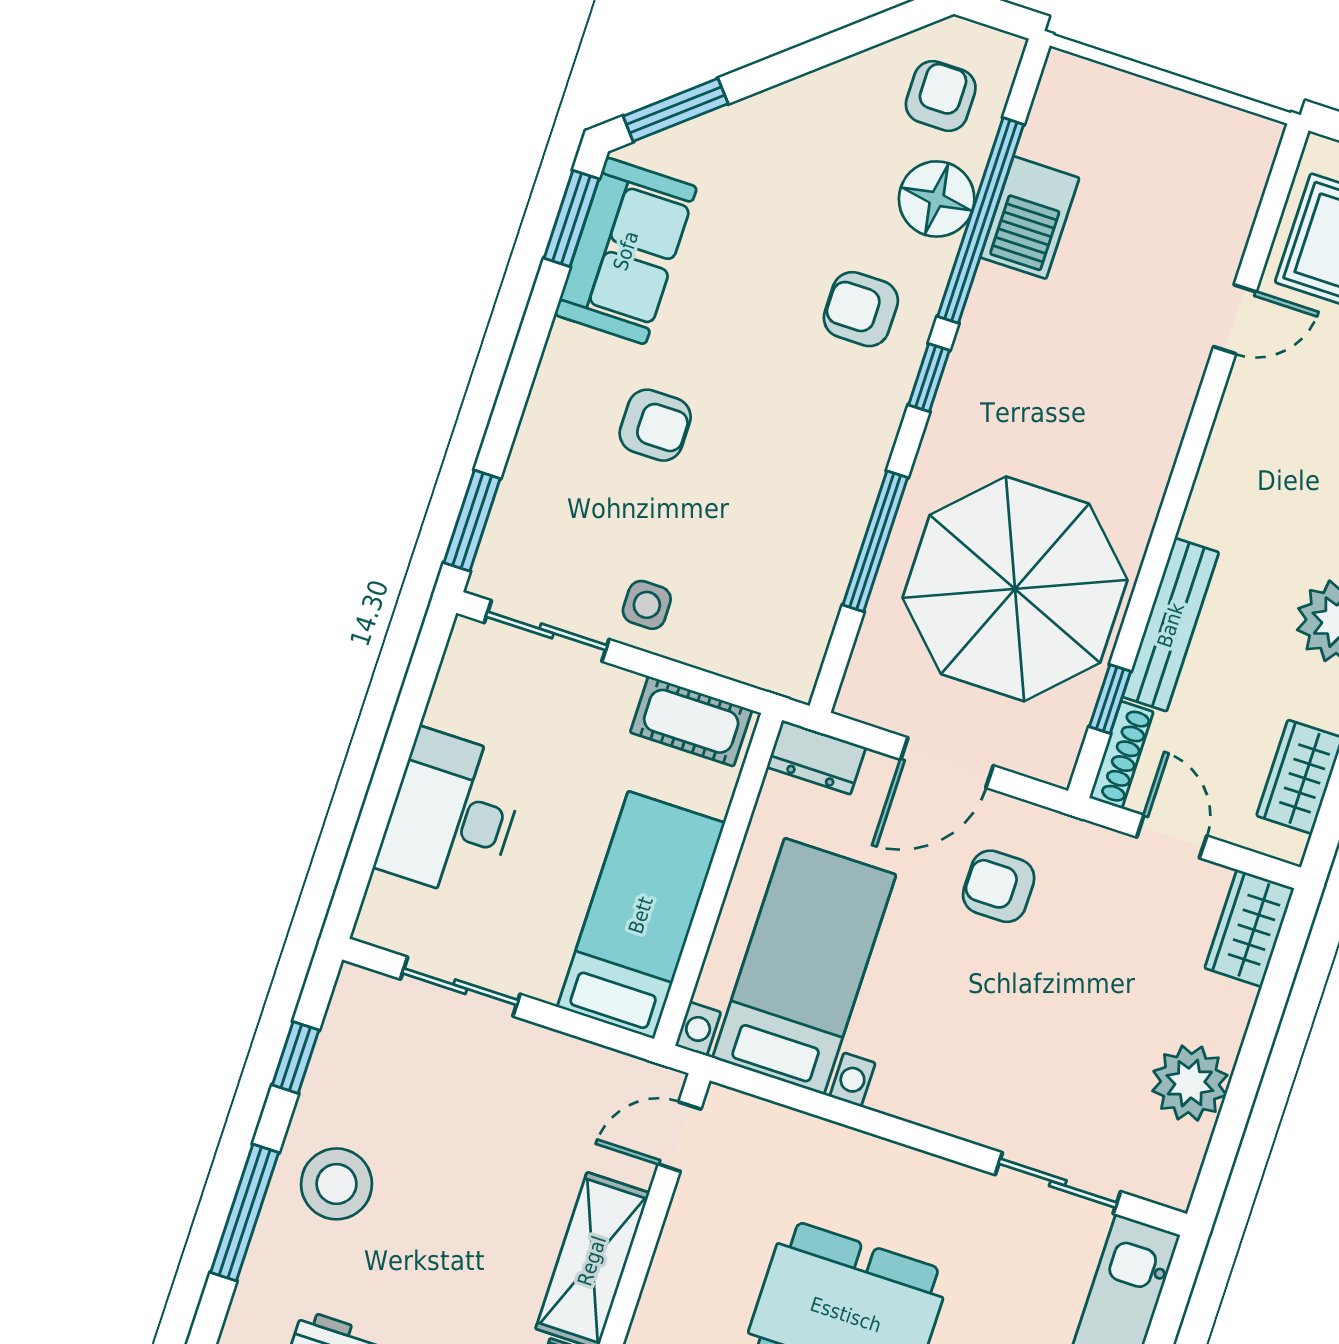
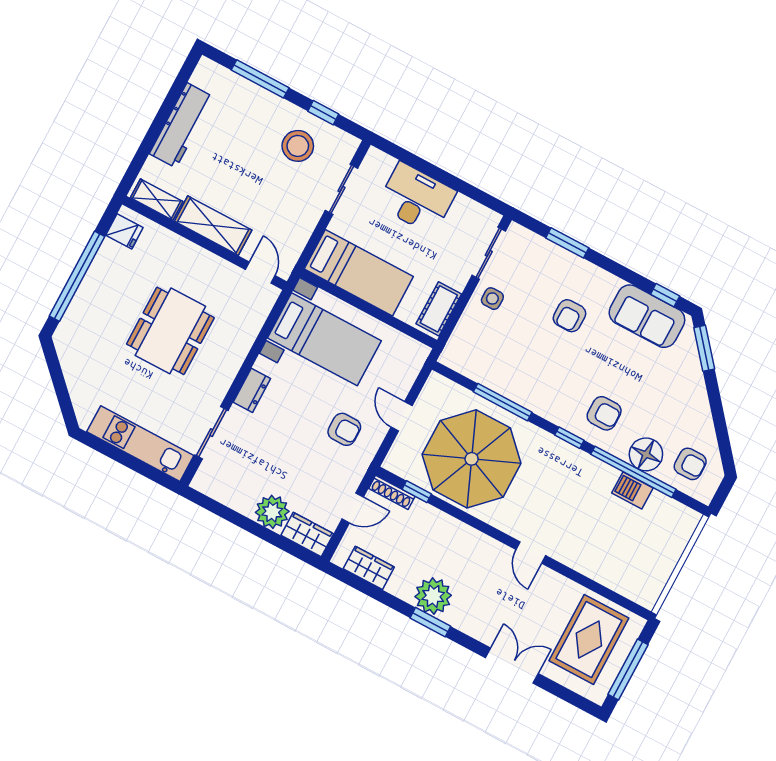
barbecue: (1030, 218) -> (632, 490), width x0.73, depth x0.79
window: (571, 219) -> (665, 295), width x0.67
armchair: (861, 309) -> (604, 413), turned 90
door: (1235, 319) -> (531, 552), moved
window: (472, 521) -> (567, 243), moved
bench: (1171, 625) -> (444, 523), removed
dresser: (816, 757) -> (252, 390), moved, turned 180
door: (947, 763) -> (402, 416), width x0.73
armchair: (999, 886) -> (344, 429), turned 90
plant: (1190, 1083) -> (272, 512), moved
stool: (336, 1184) -> (298, 146), moved

